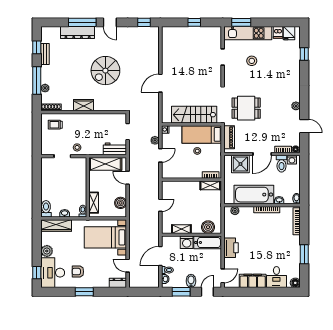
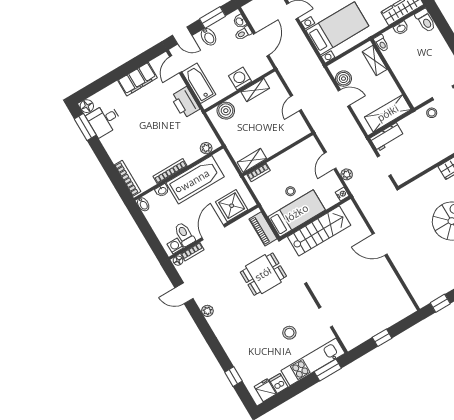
door: (160, 83) -> (380, 244), swing flipped
door: (128, 178) -> (344, 98), moved
bathtub: (208, 242) -> (199, 83), moved, turned 90
window: (304, 254) -> (85, 127), moved
desk: (276, 277) -> (104, 120), moved, turned -90
door: (207, 292) -> (182, 35), hinge flipped

